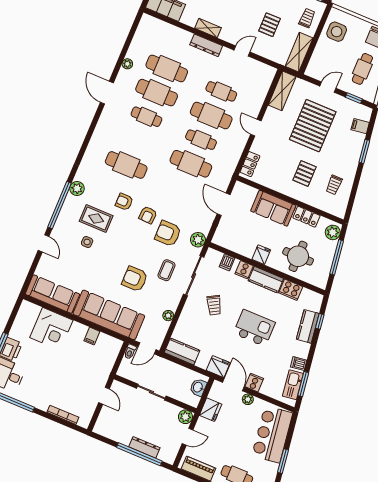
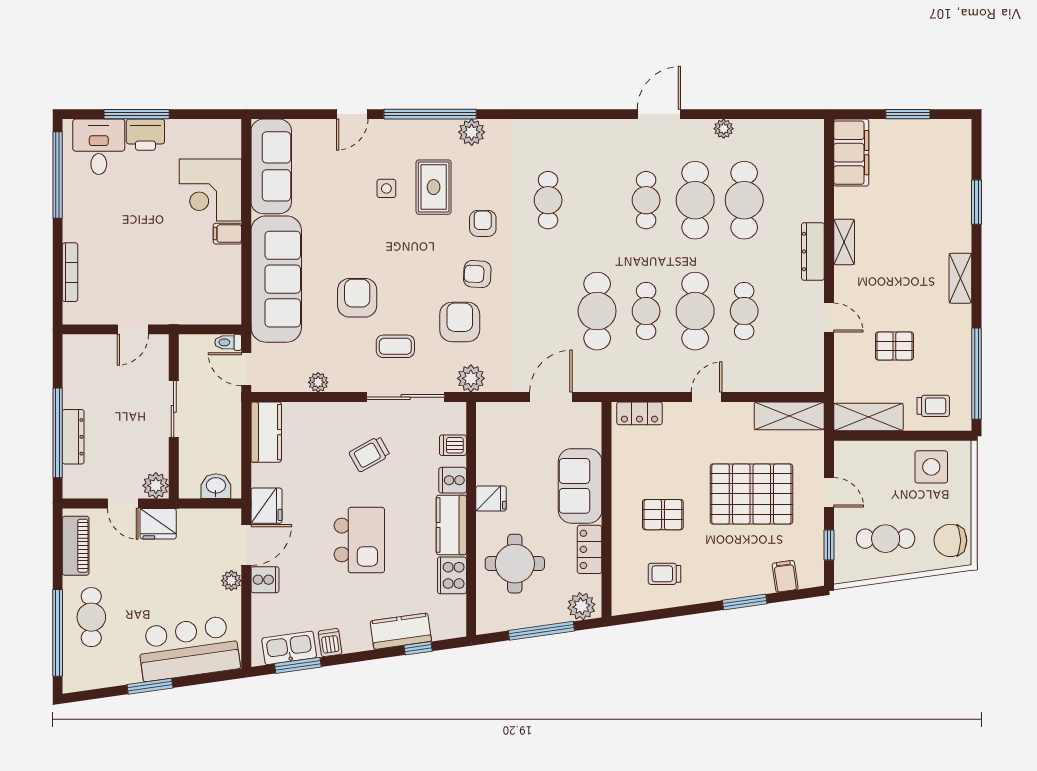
cafe table: (126, 165) -> (548, 200), width x0.73, depth x0.74
filing cabinet: (92, 336) -> (227, 234), moved
fridge: (211, 410) -> (158, 524), moved

